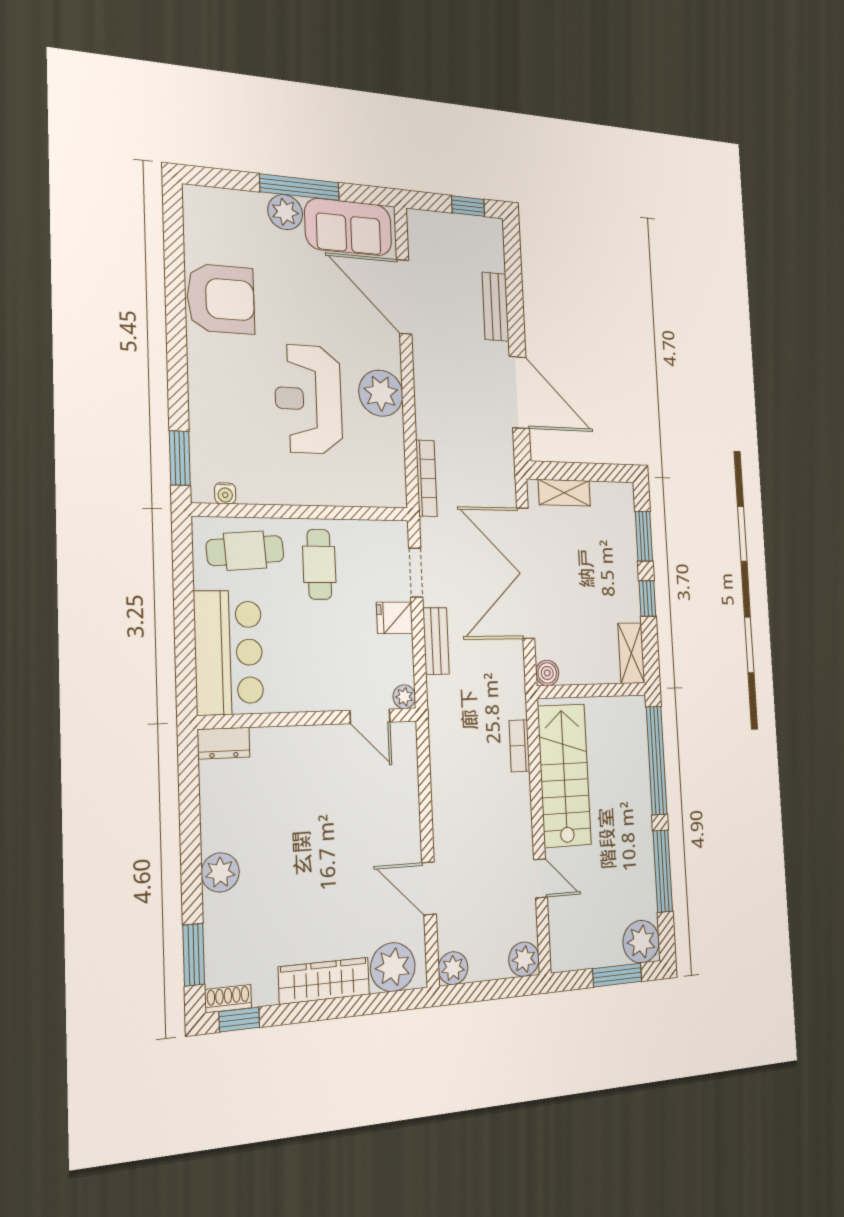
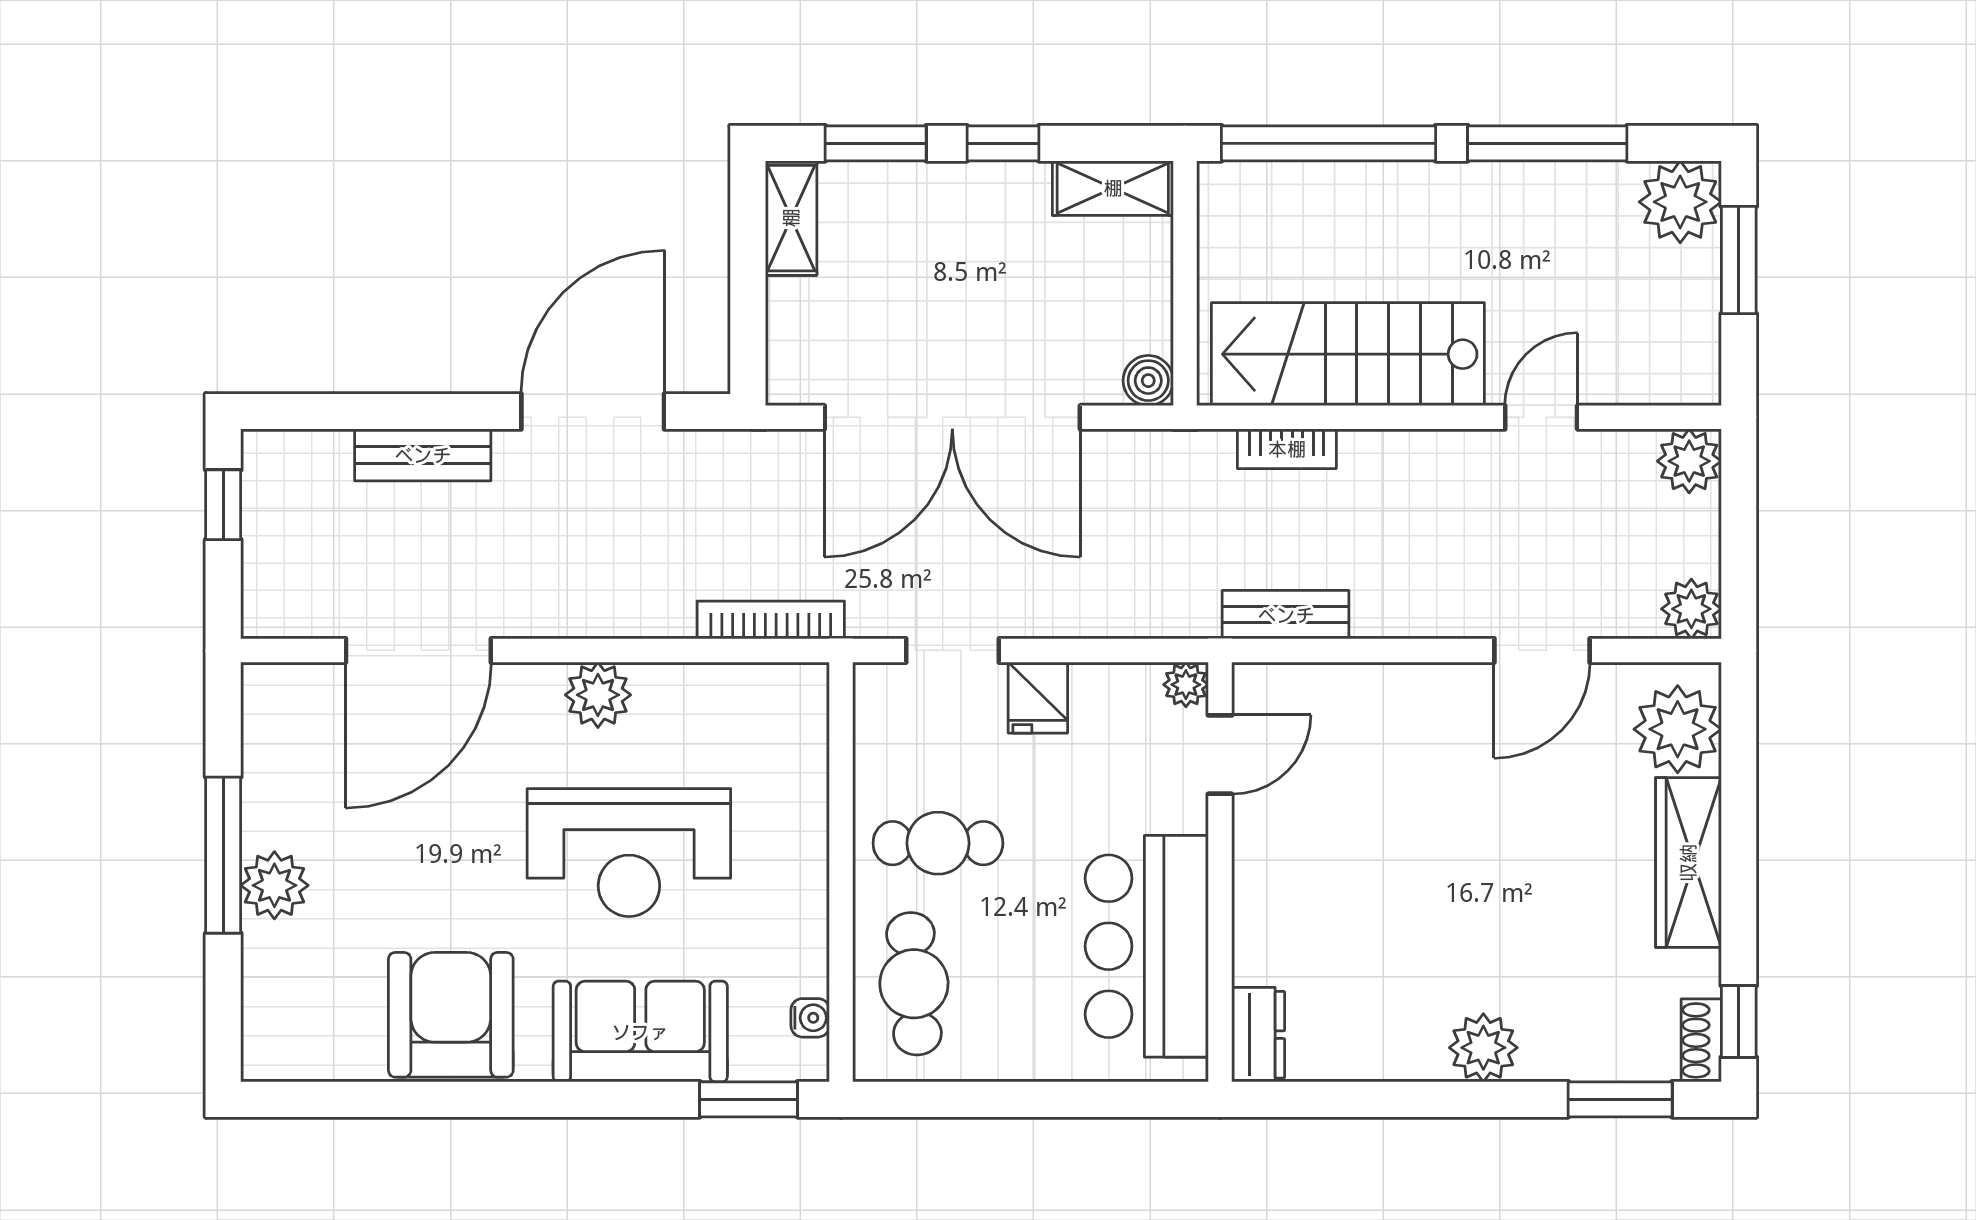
sofa: (348, 227) -> (640, 1032), moved, turned -90
plant: (381, 393) -> (598, 695), width x0.73, depth x0.73
shelving: (564, 493) -> (791, 218), moved
bench: (436, 641) -> (1286, 615), moved
bar counter: (229, 652) -> (1147, 946), moved, turned -90

